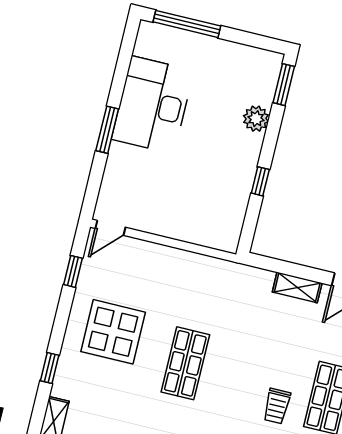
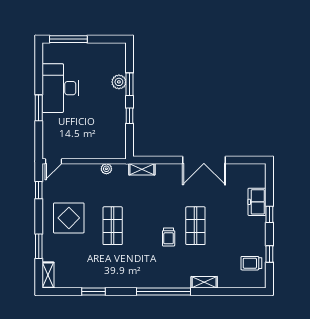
window: (284, 85) -> (130, 84), moved
plant: (198, 263) -> (106, 169), added
shelving: (297, 287) -> (142, 169), moved
window: (50, 368) -> (39, 246), width x1.50

